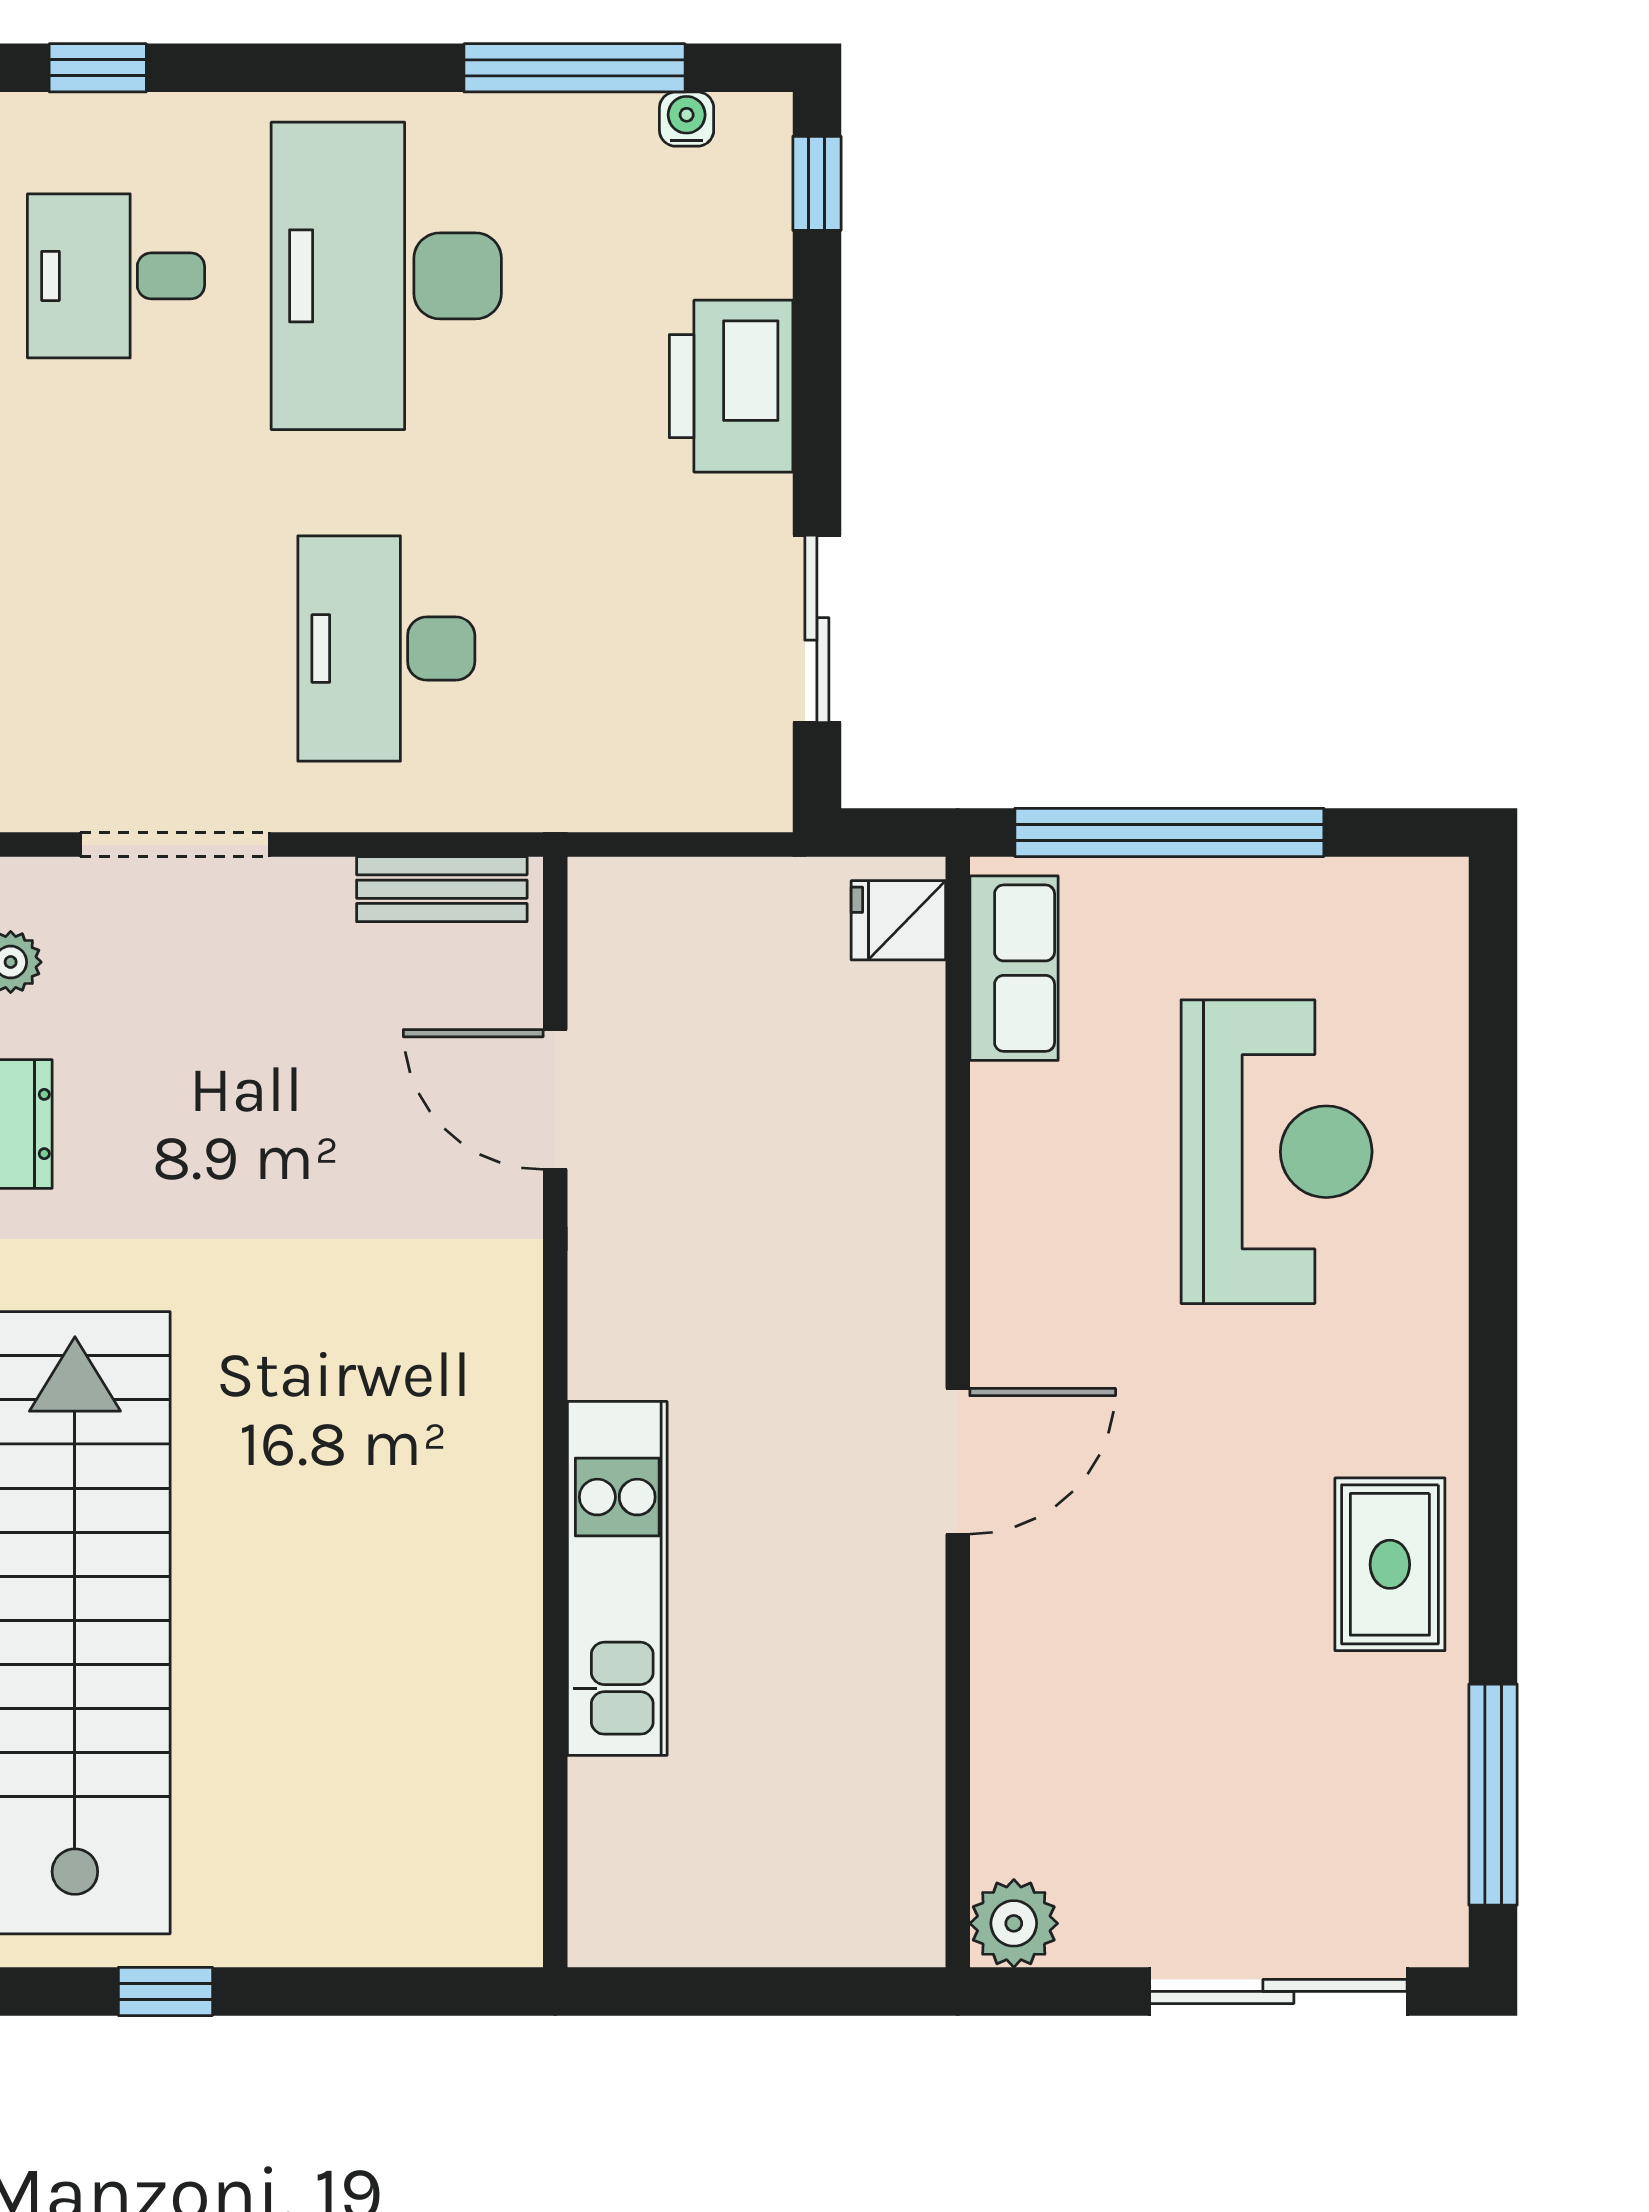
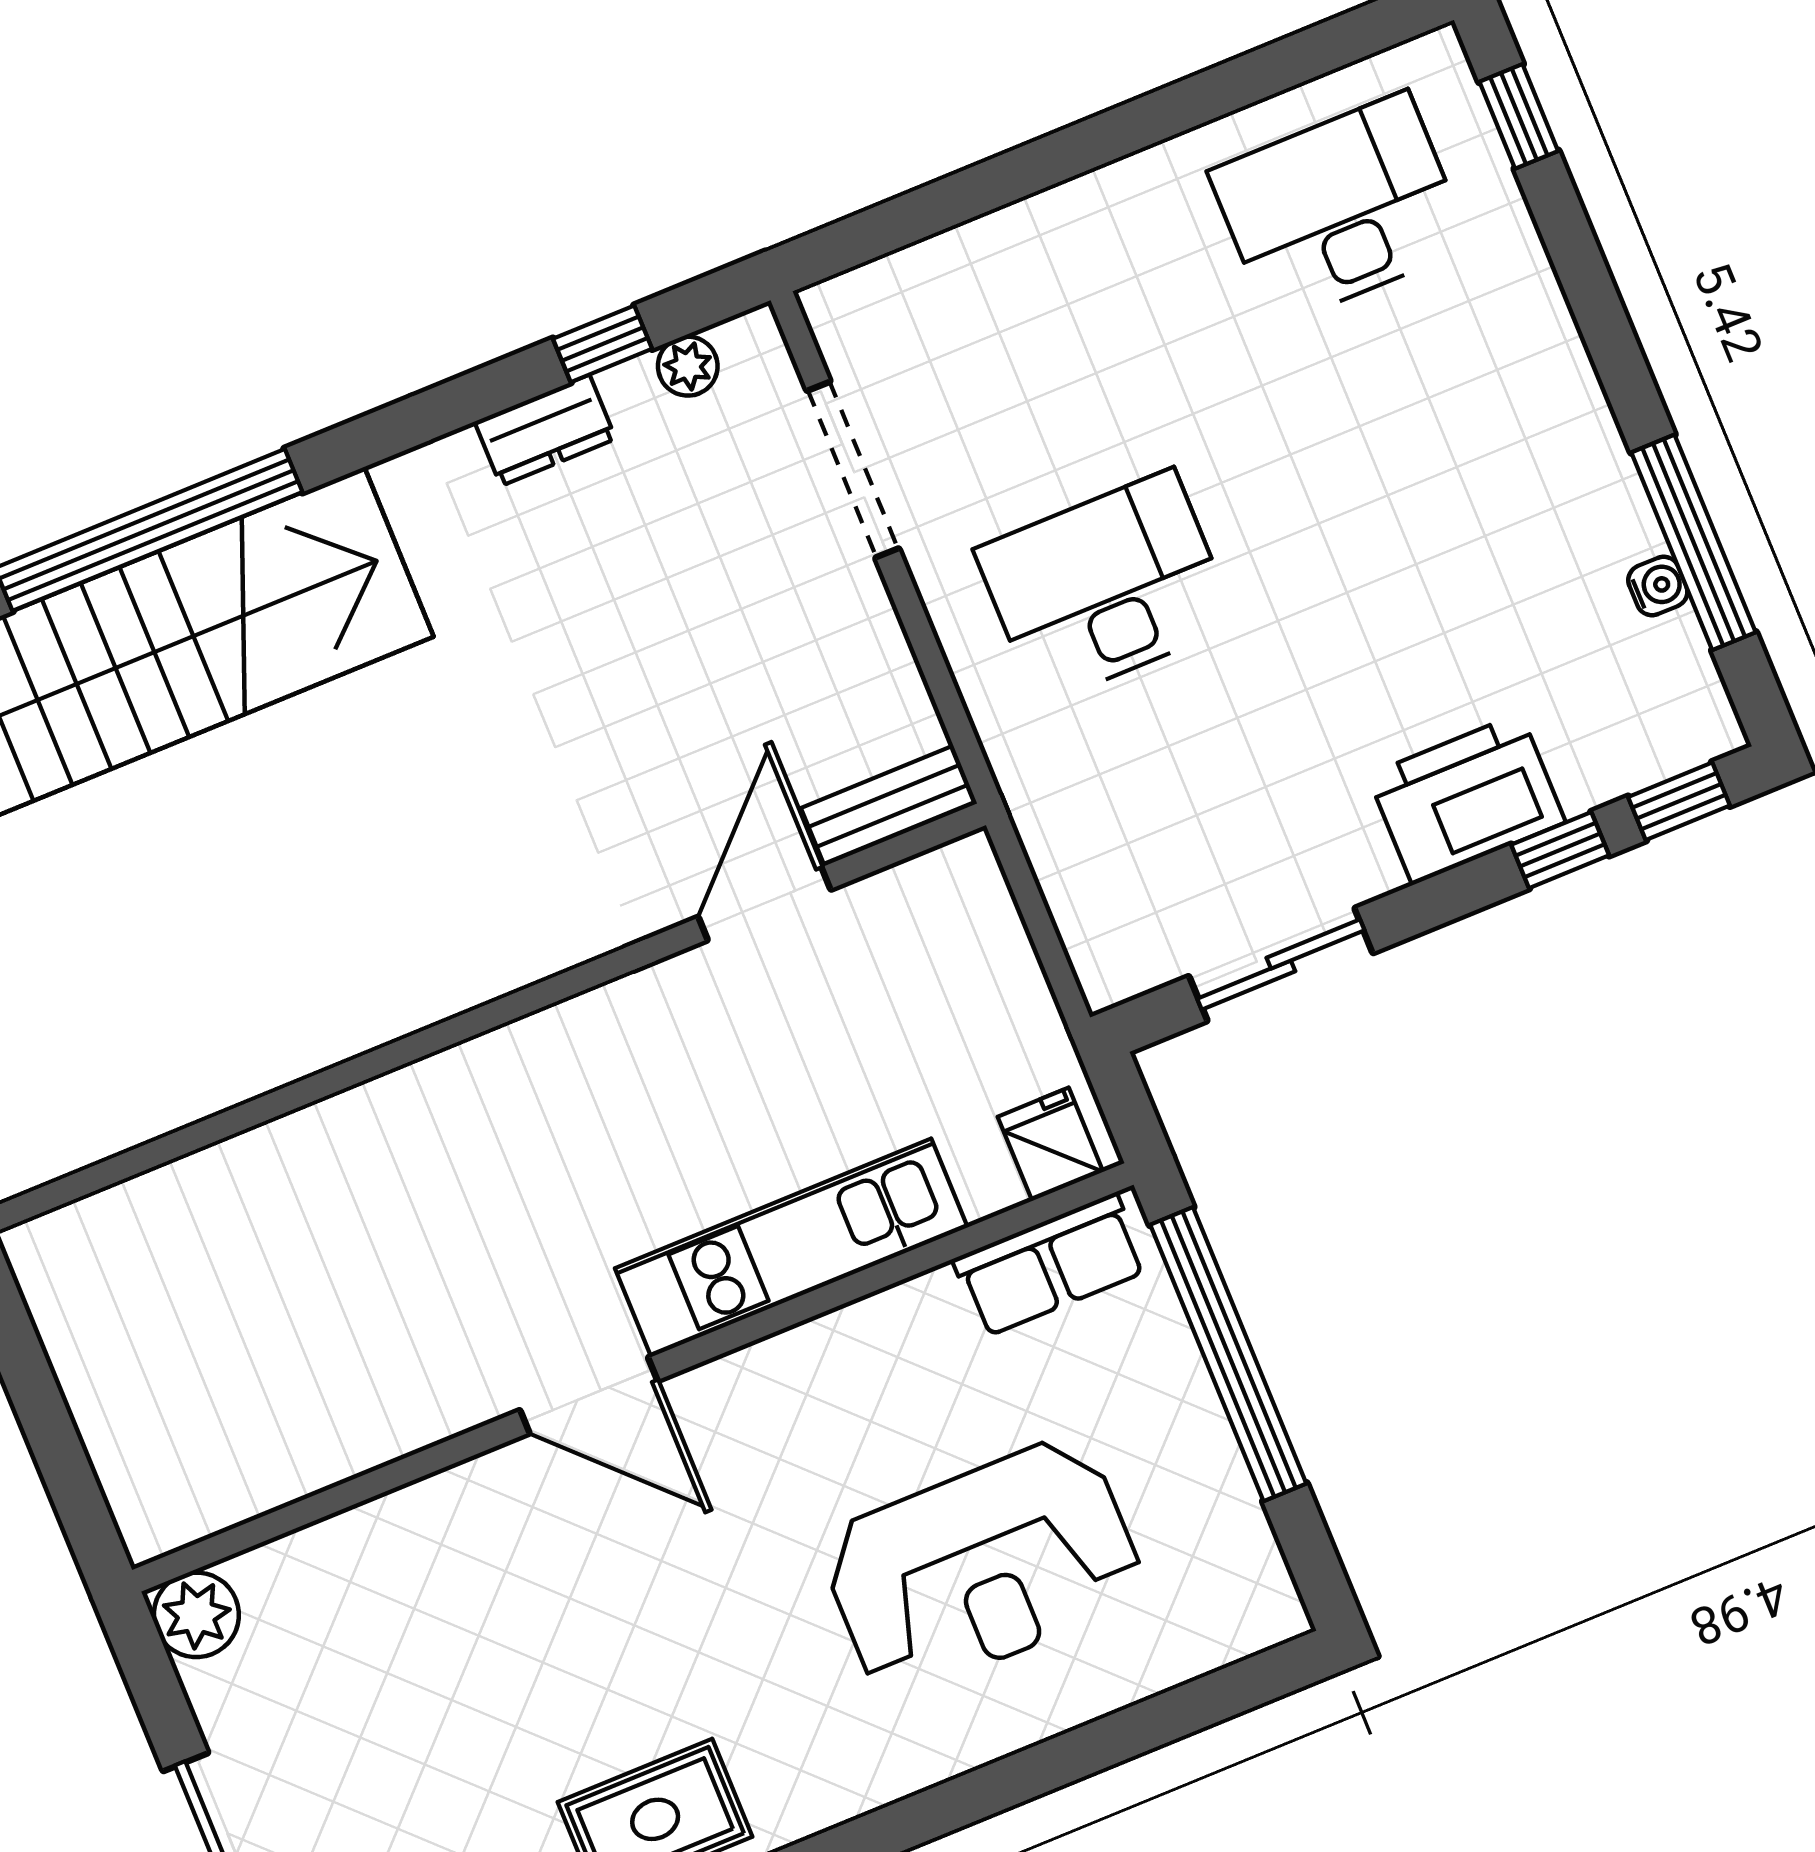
water cooler: (687, 119) -> (1658, 586), moved
desk: (116, 276) -> (1340, 209), width x1.37
desk: (386, 276) -> (1439, 450), removed
window: (817, 317) -> (1560, 850), added
bench: (442, 889) -> (889, 806), moved, turned 90
kitchen unit: (617, 1578) -> (791, 1248), moved, turned 180

